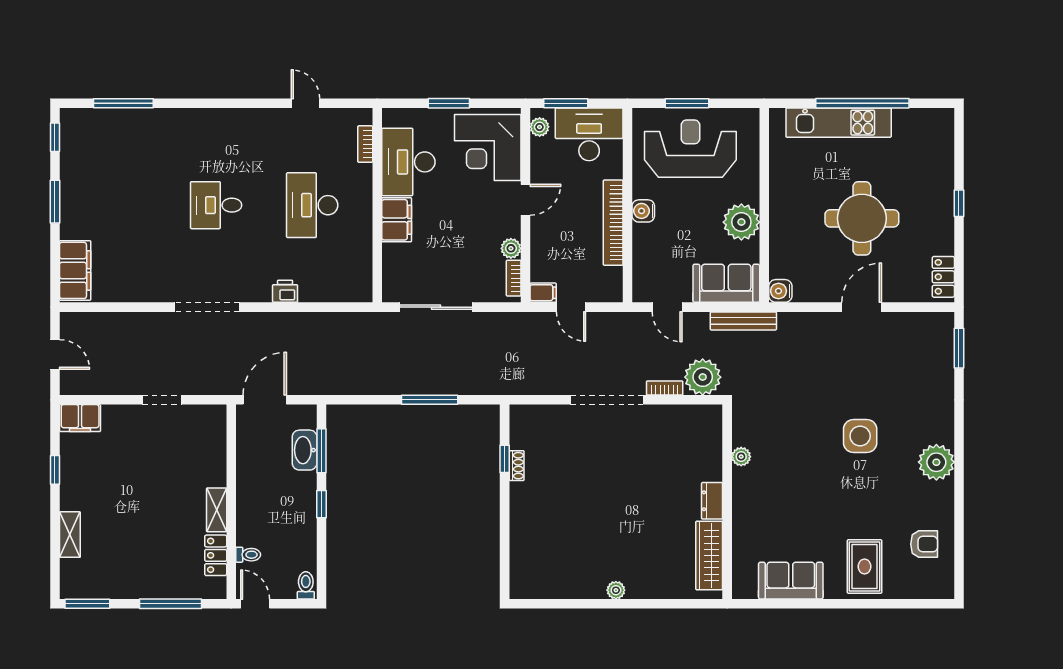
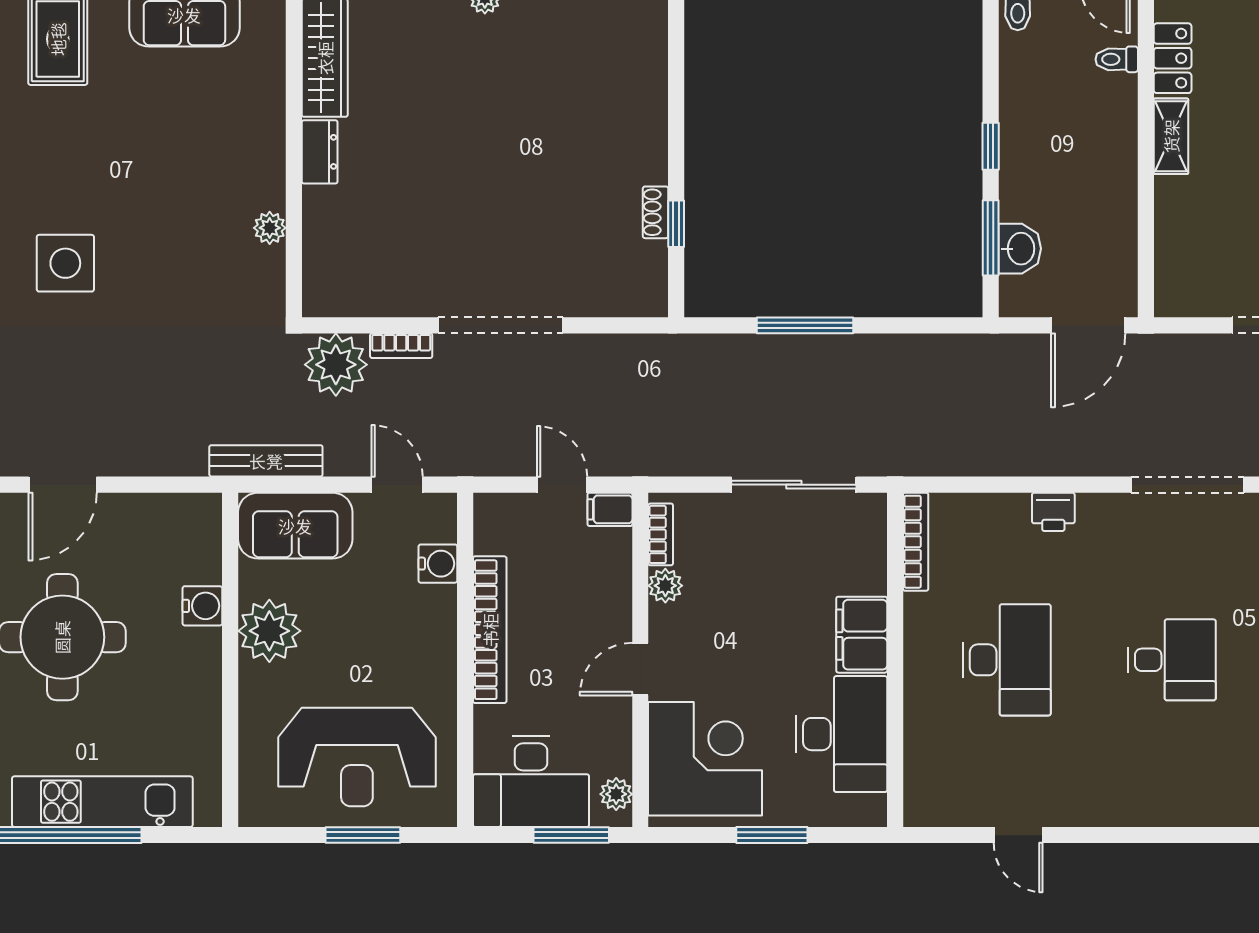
bookcase: (365, 144) -> (916, 542), moved, width x1.56
water cooler: (643, 211) -> (438, 564), moved
water cooler: (780, 291) -> (202, 606), moved
washbasin: (305, 450) -> (1020, 249), width x0.72

